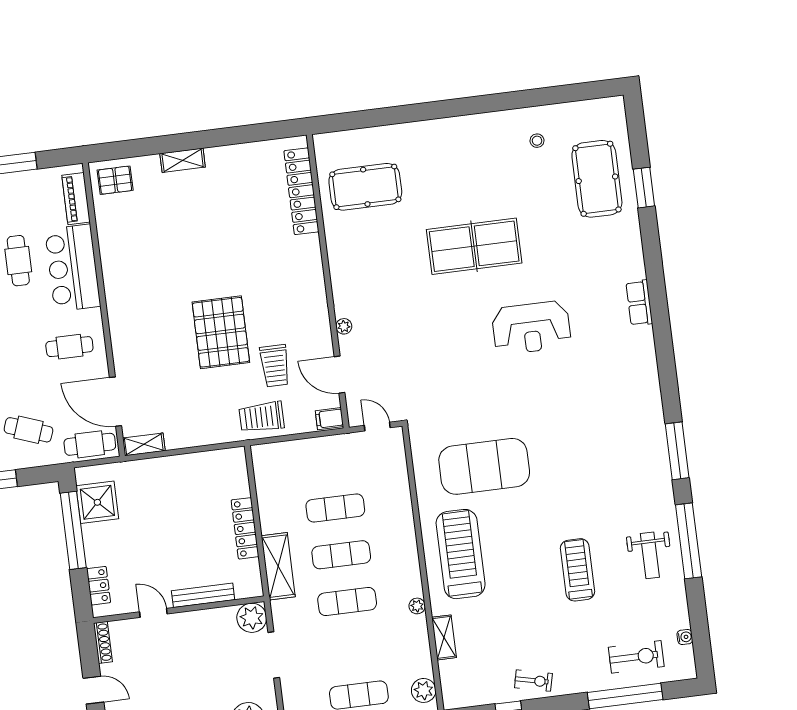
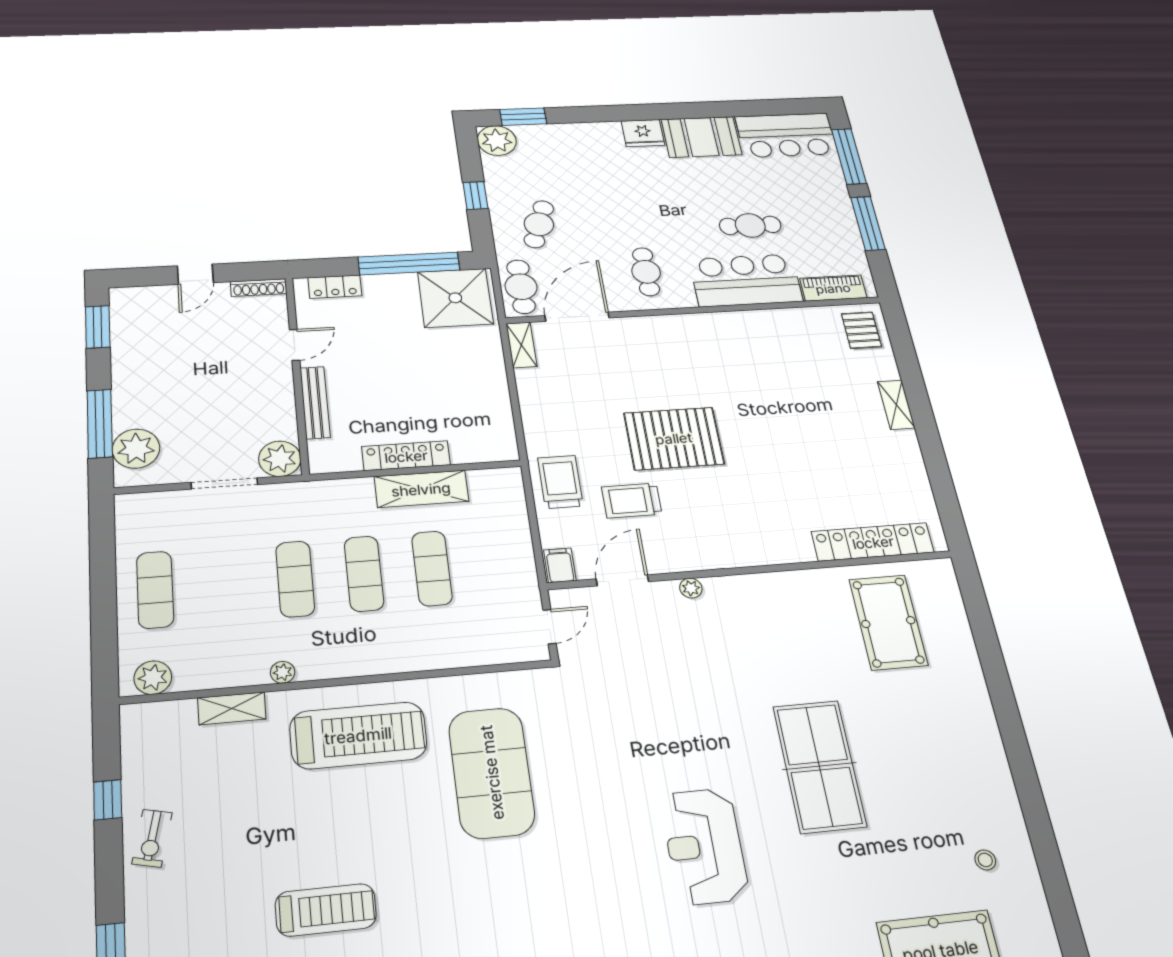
shower: (97, 502) -> (455, 298), width x1.37, depth x1.37
shelving: (278, 566) -> (421, 489), moved

